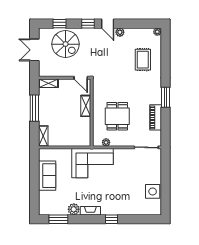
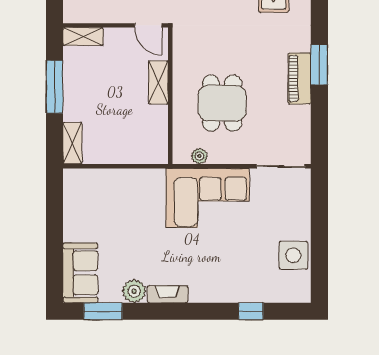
piano: (156, 117) -> (300, 79), moved
corner sofa: (93, 163) -> (208, 198), moved
sofa: (47, 176) -> (80, 273), moved
window: (112, 219) -> (251, 311), moved

